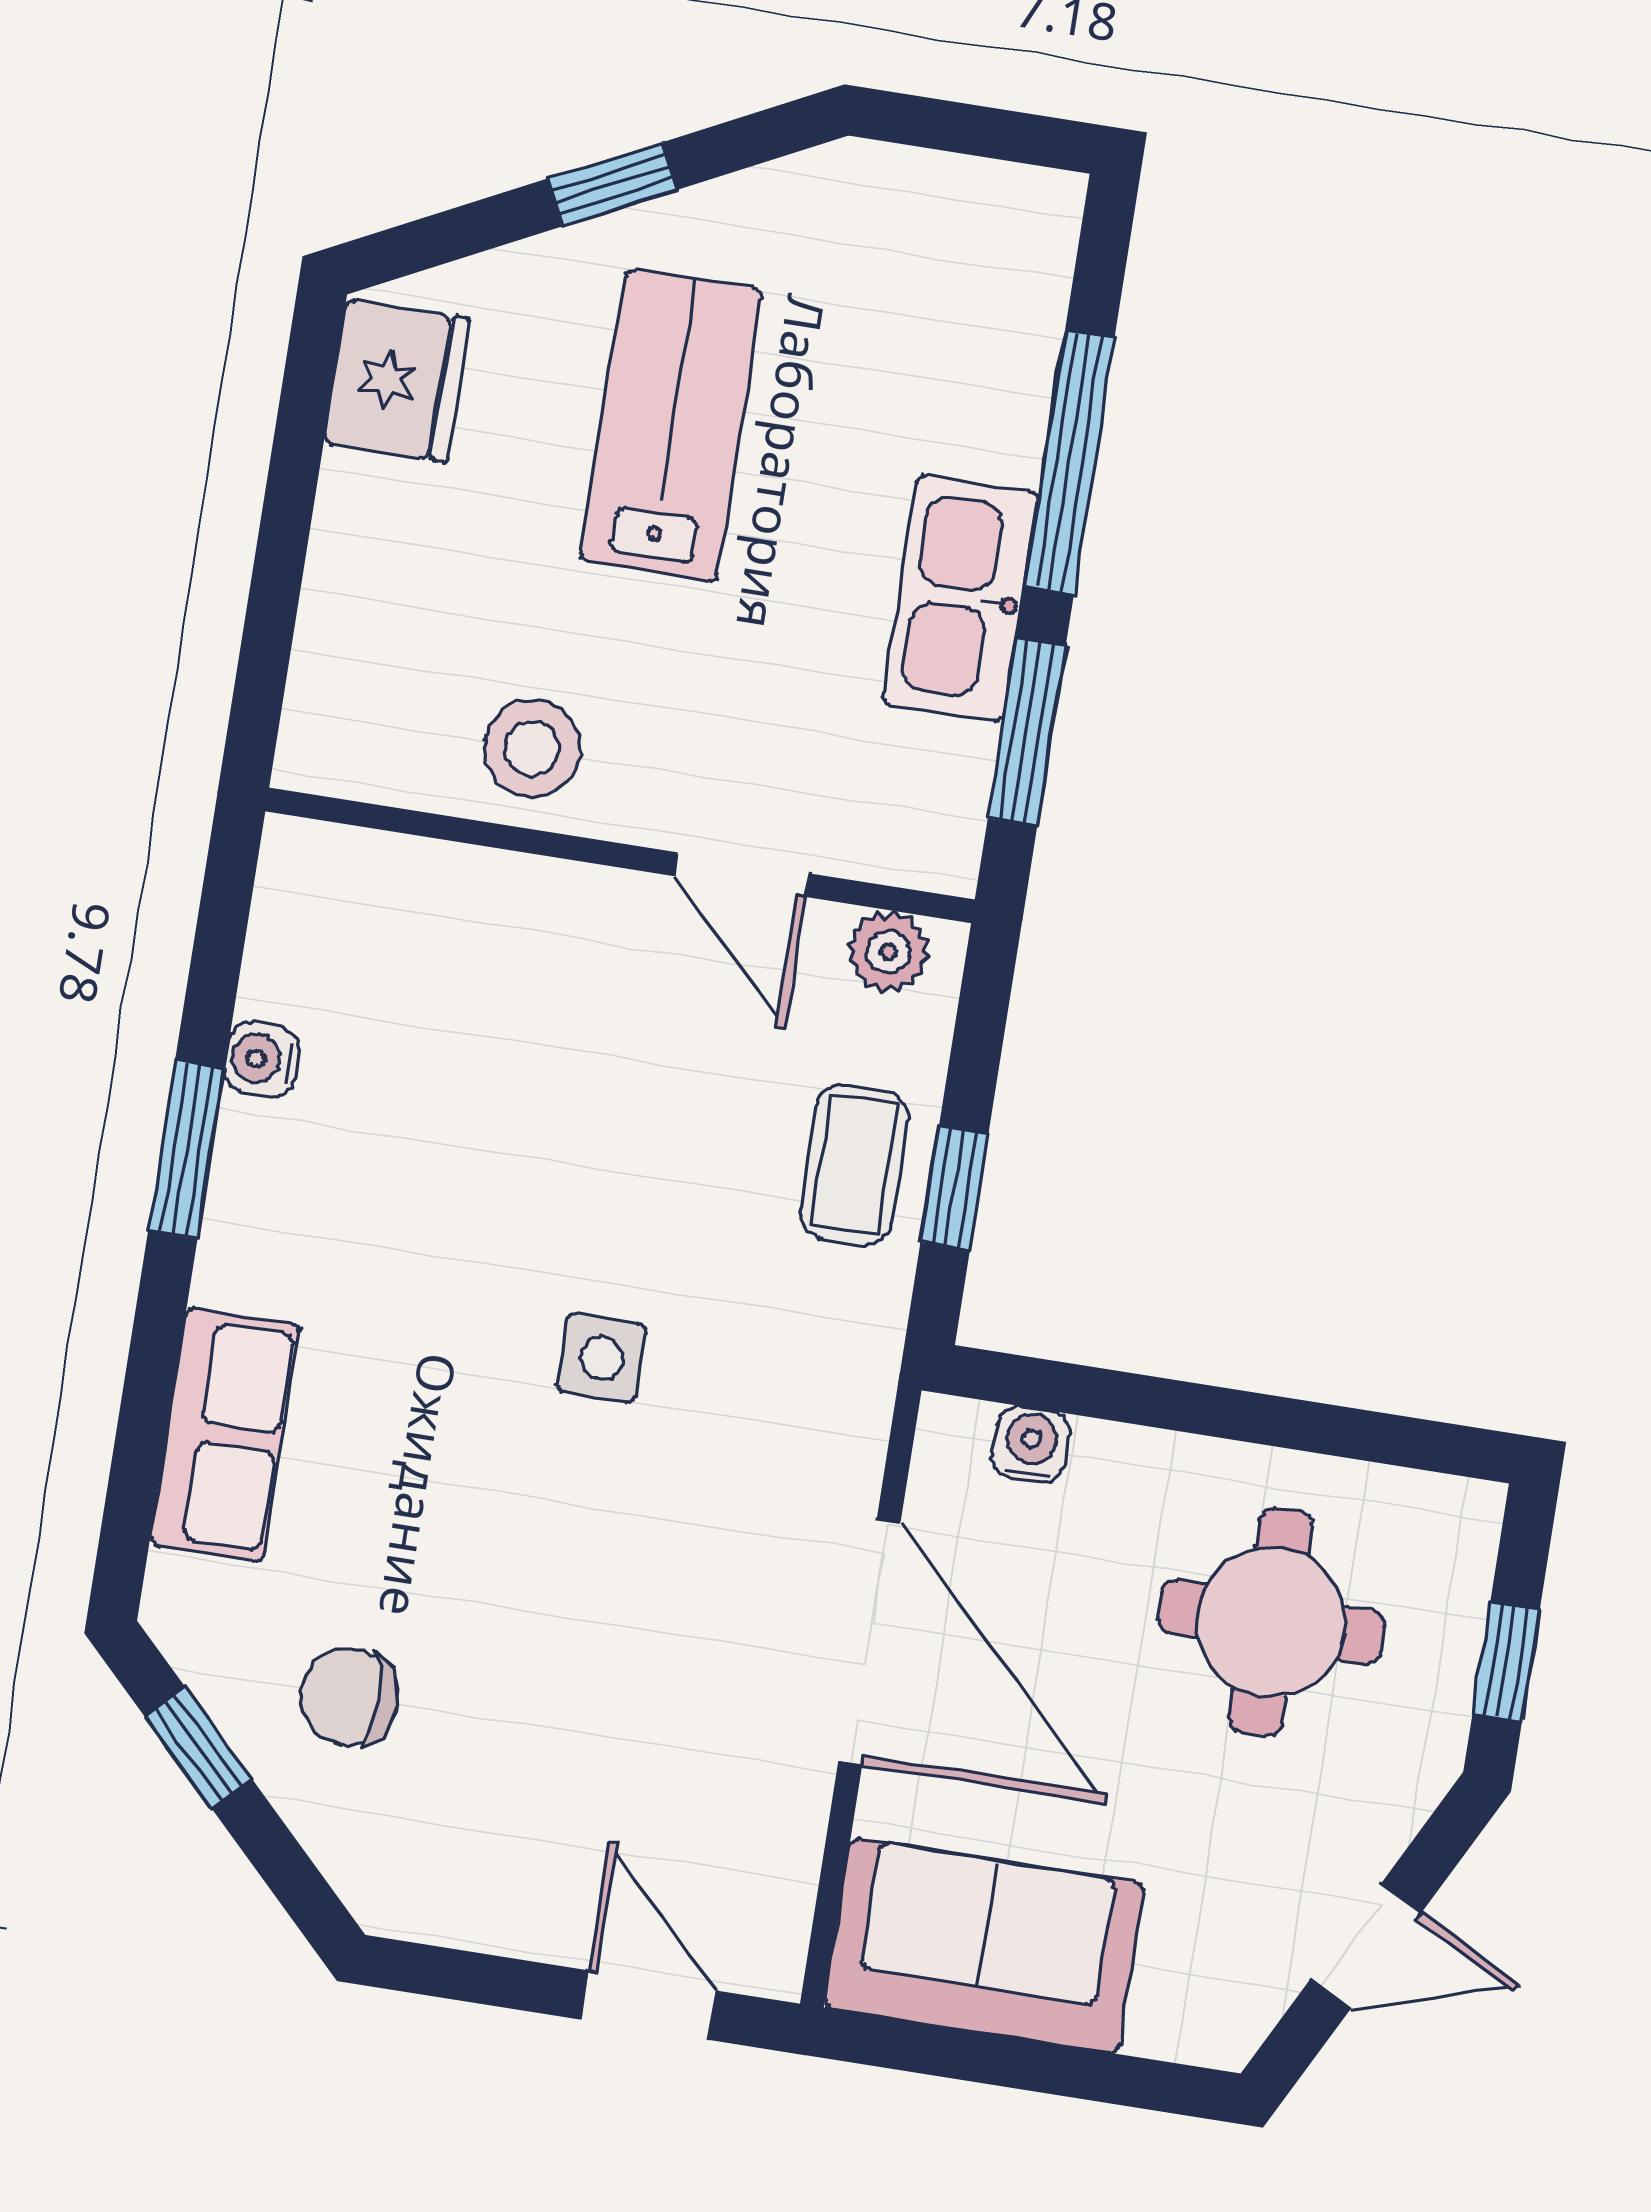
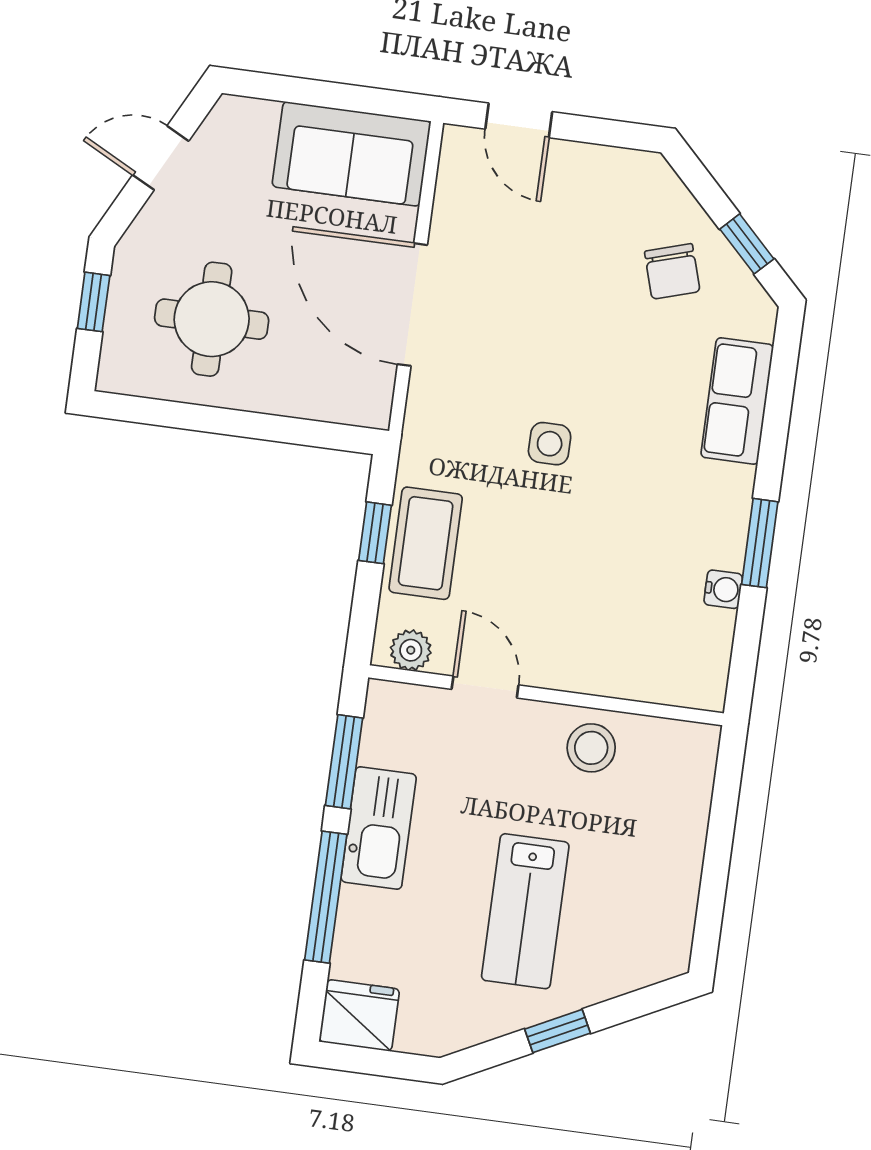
fridge: (397, 381) -> (359, 1015), moved, turned 90
coffee table: (854, 1165) -> (426, 543), width x1.36, depth x1.30
water cooler: (1031, 1444) -> (334, 405), removed
chair: (349, 1696) -> (672, 271), turned 73

